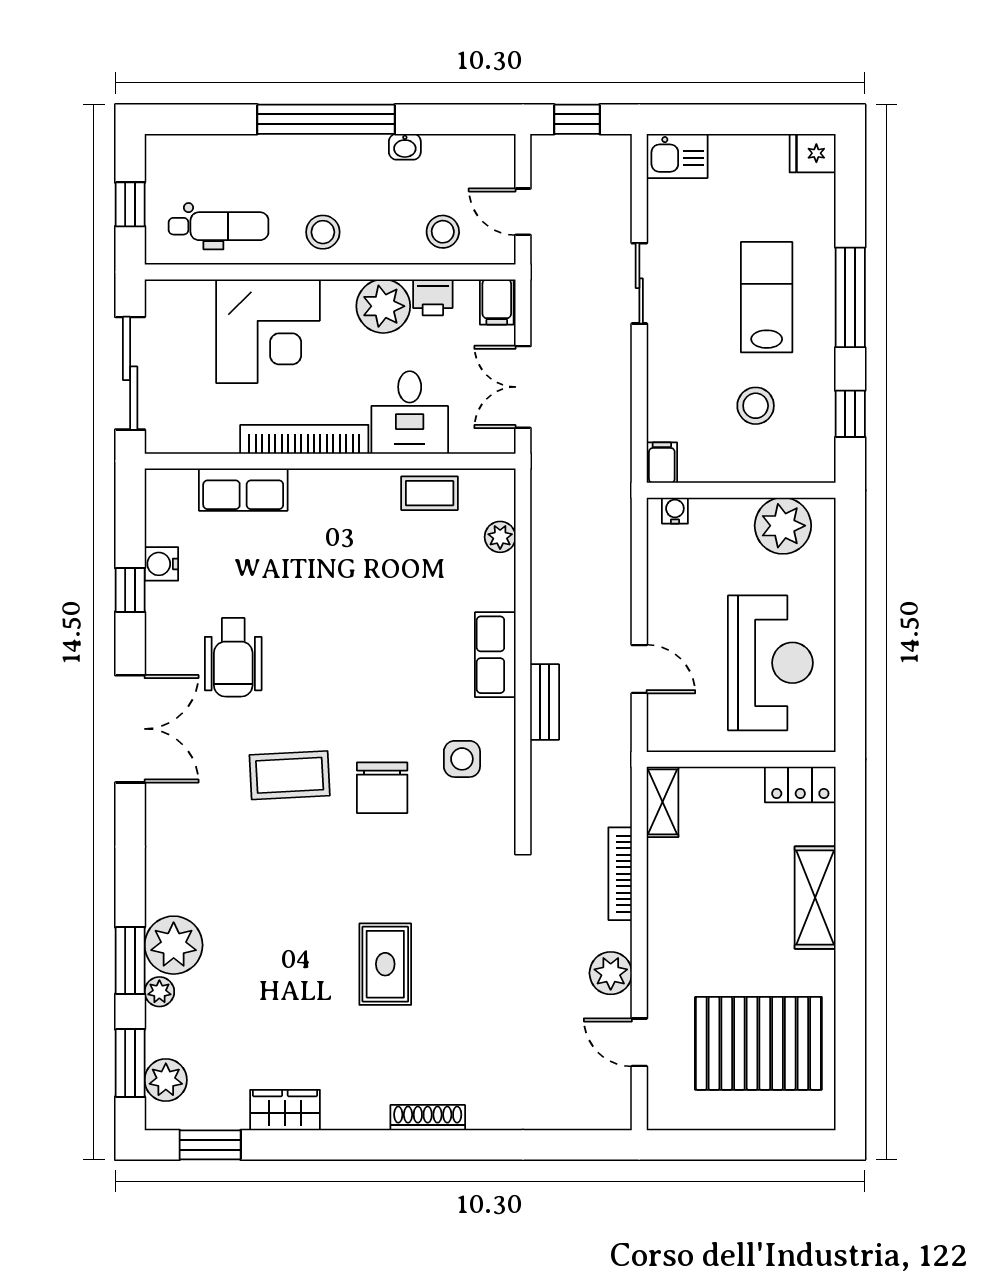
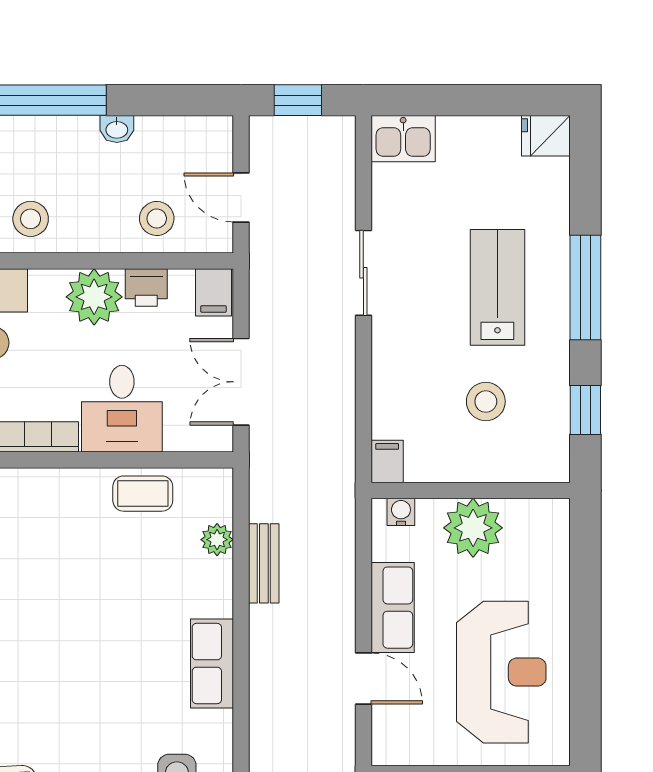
plant: (783, 526) -> (473, 528), moved
row of seats: (667, 602) -> (393, 608), added
bench: (545, 702) -> (264, 563), moved

